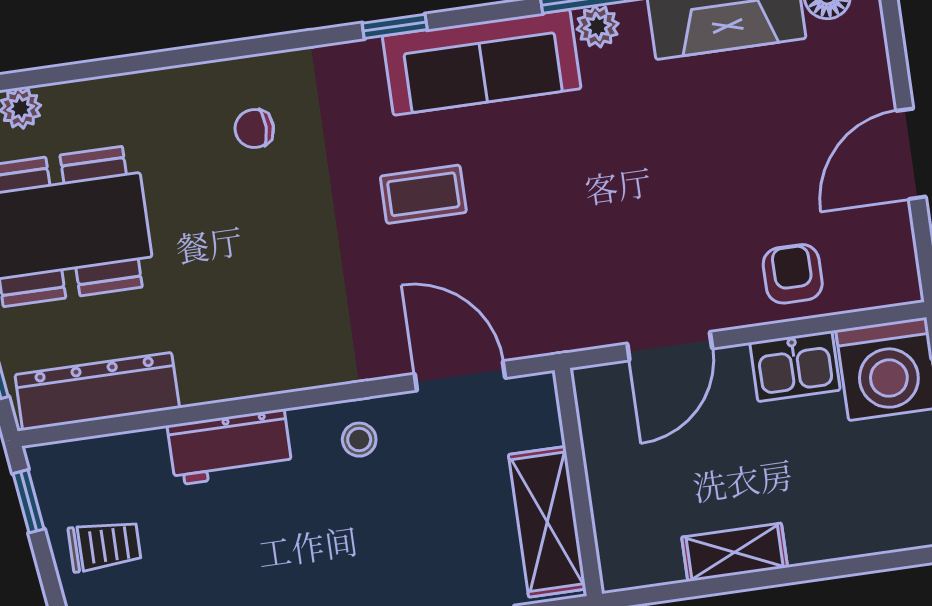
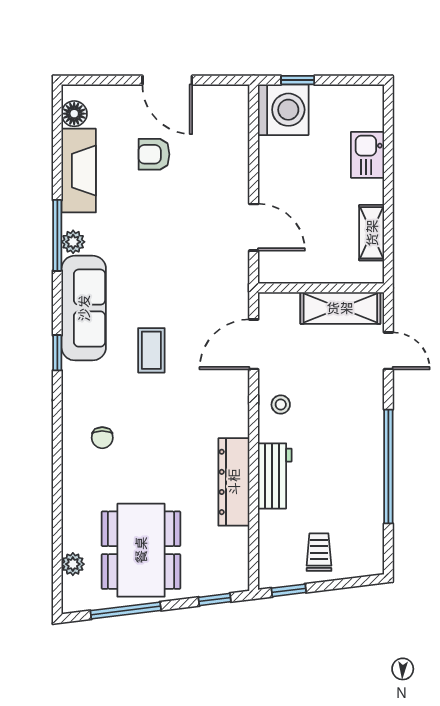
armchair: (793, 274) -> (154, 154), moved
kitchen sink: (795, 366) -> (368, 155), moved, turned 180
dresser: (97, 391) -> (234, 482), moved
shelving: (735, 552) -> (372, 233), moved

